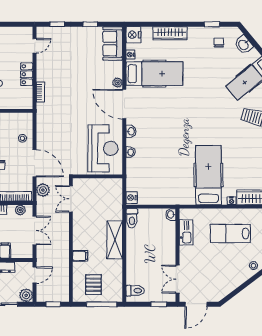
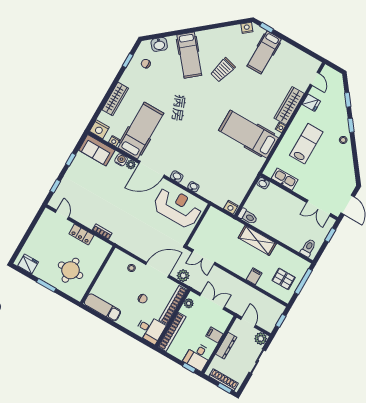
water cooler: (117, 71) -> (121, 160), added
lab bench: (230, 233) -> (306, 144), turned 180

